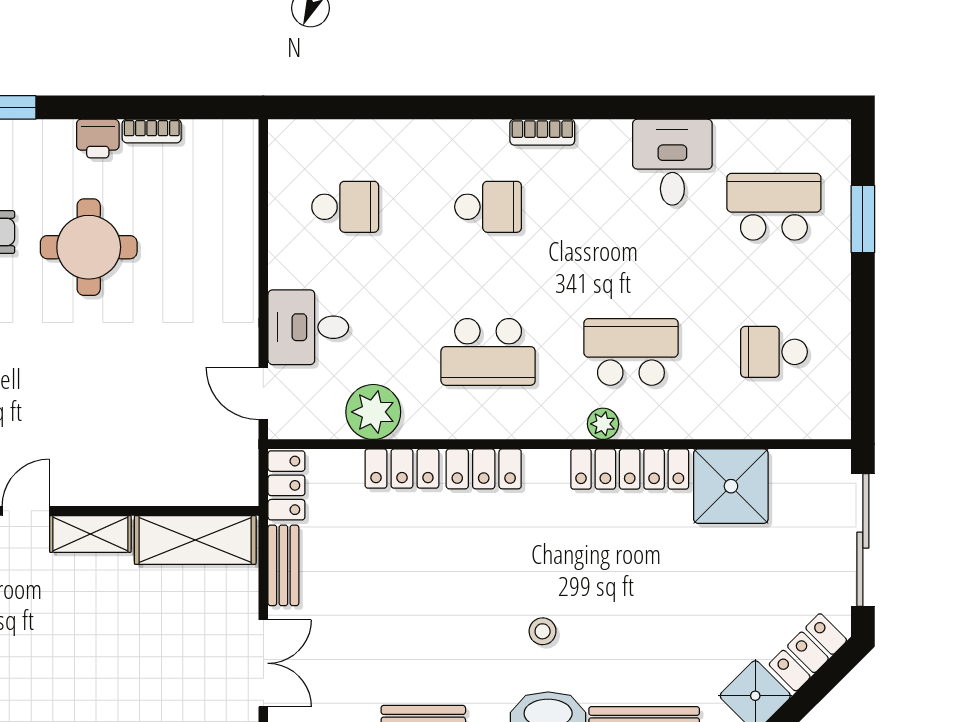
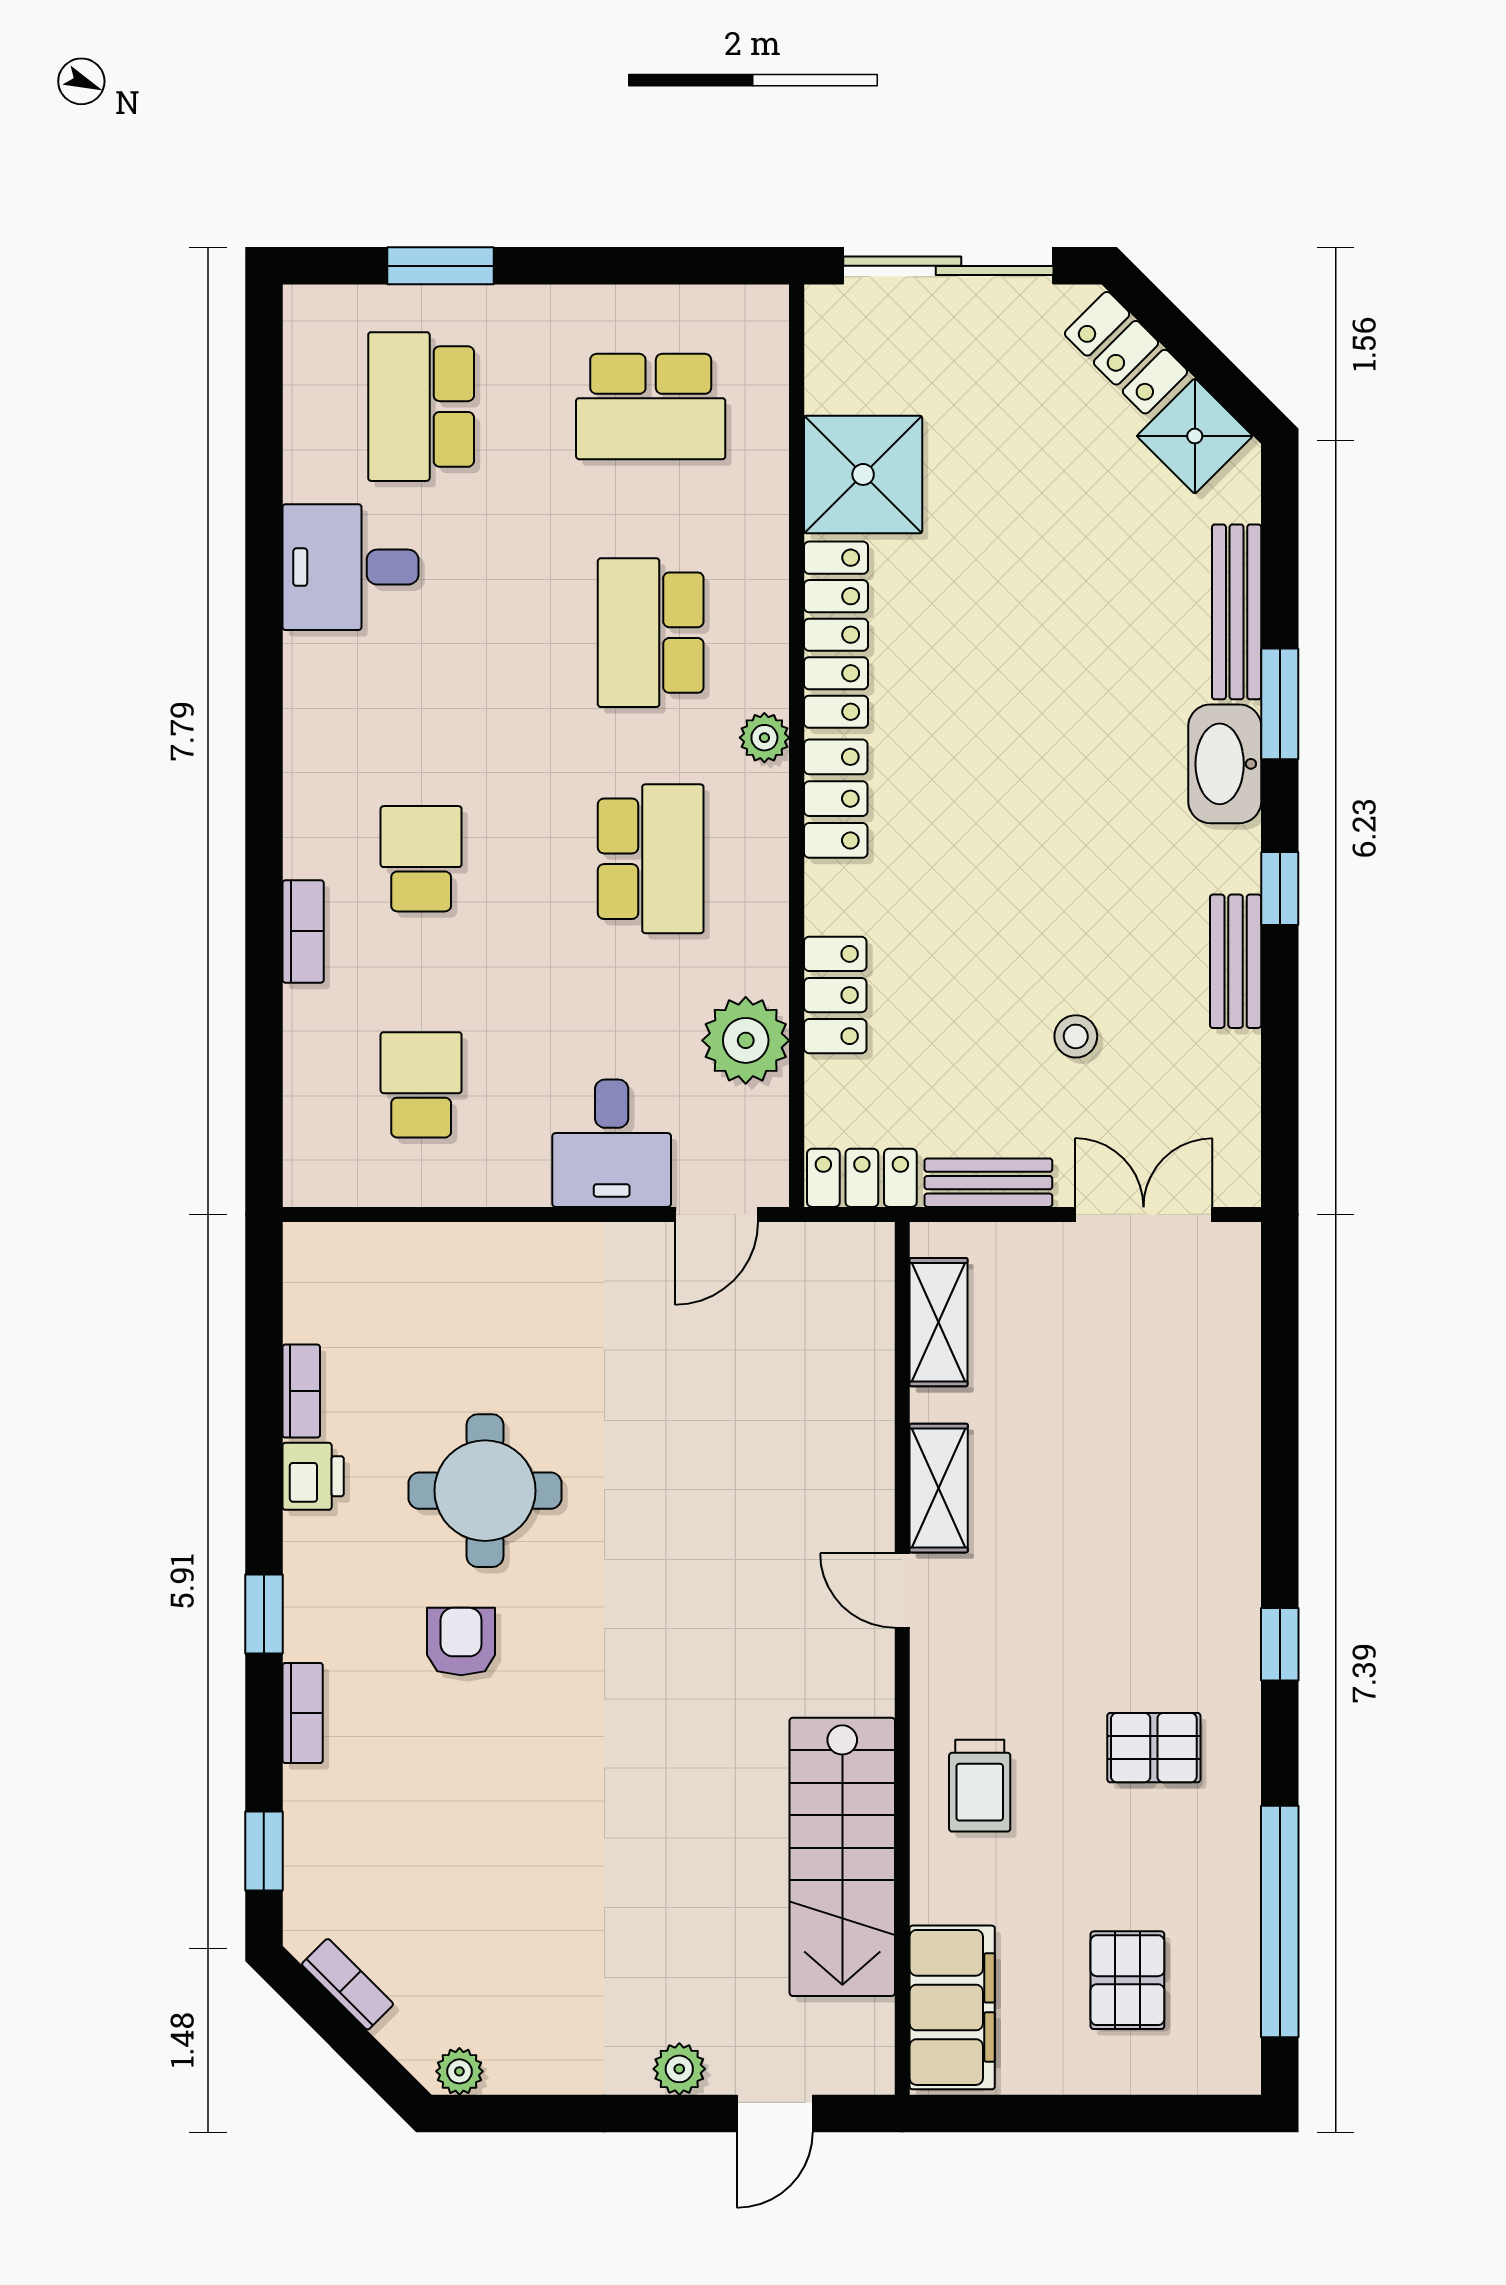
bookcase: (542, 132) -> (303, 931), moved
school desk: (774, 352) -> (651, 407), width x1.85
plant: (603, 424) -> (764, 738), moved
locker: (484, 469) -> (836, 799), moved
shelving: (195, 540) -> (939, 1322), width x0.67, depth x0.75
stool: (543, 631) -> (1076, 1036), moved

